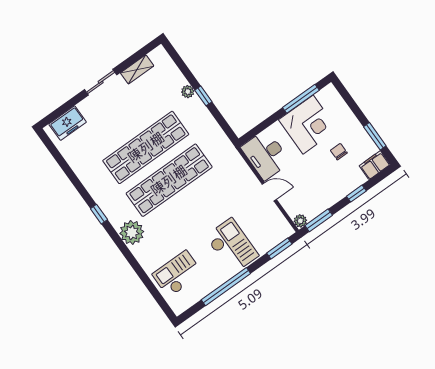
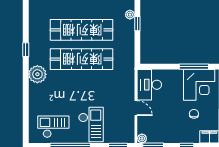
corner desk: (308, 125) -> (199, 85), moved
checkout: (177, 274) -> (53, 127), moved

